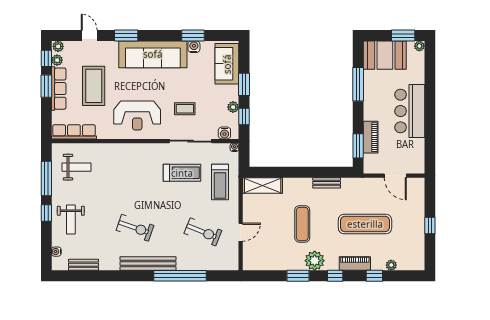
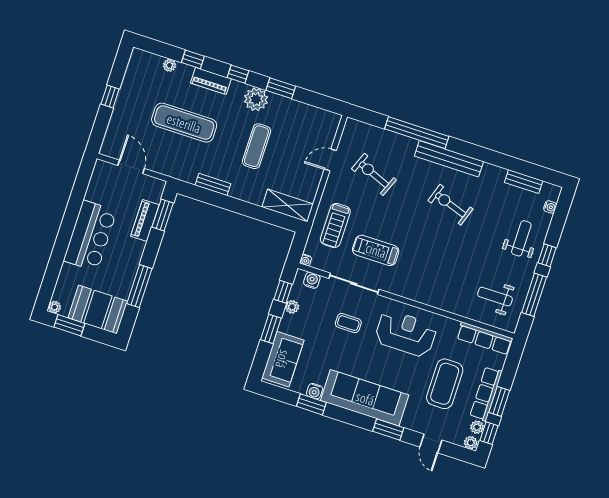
treadmill: (220, 182) -> (335, 225), turned 180

